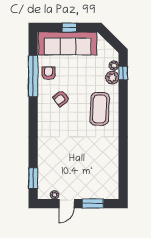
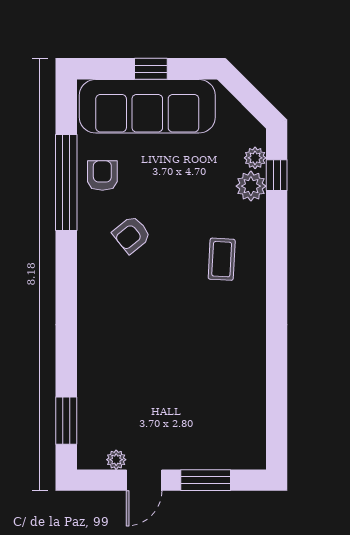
coffee table: (100, 109) -> (222, 259), width x0.54, depth x0.58

